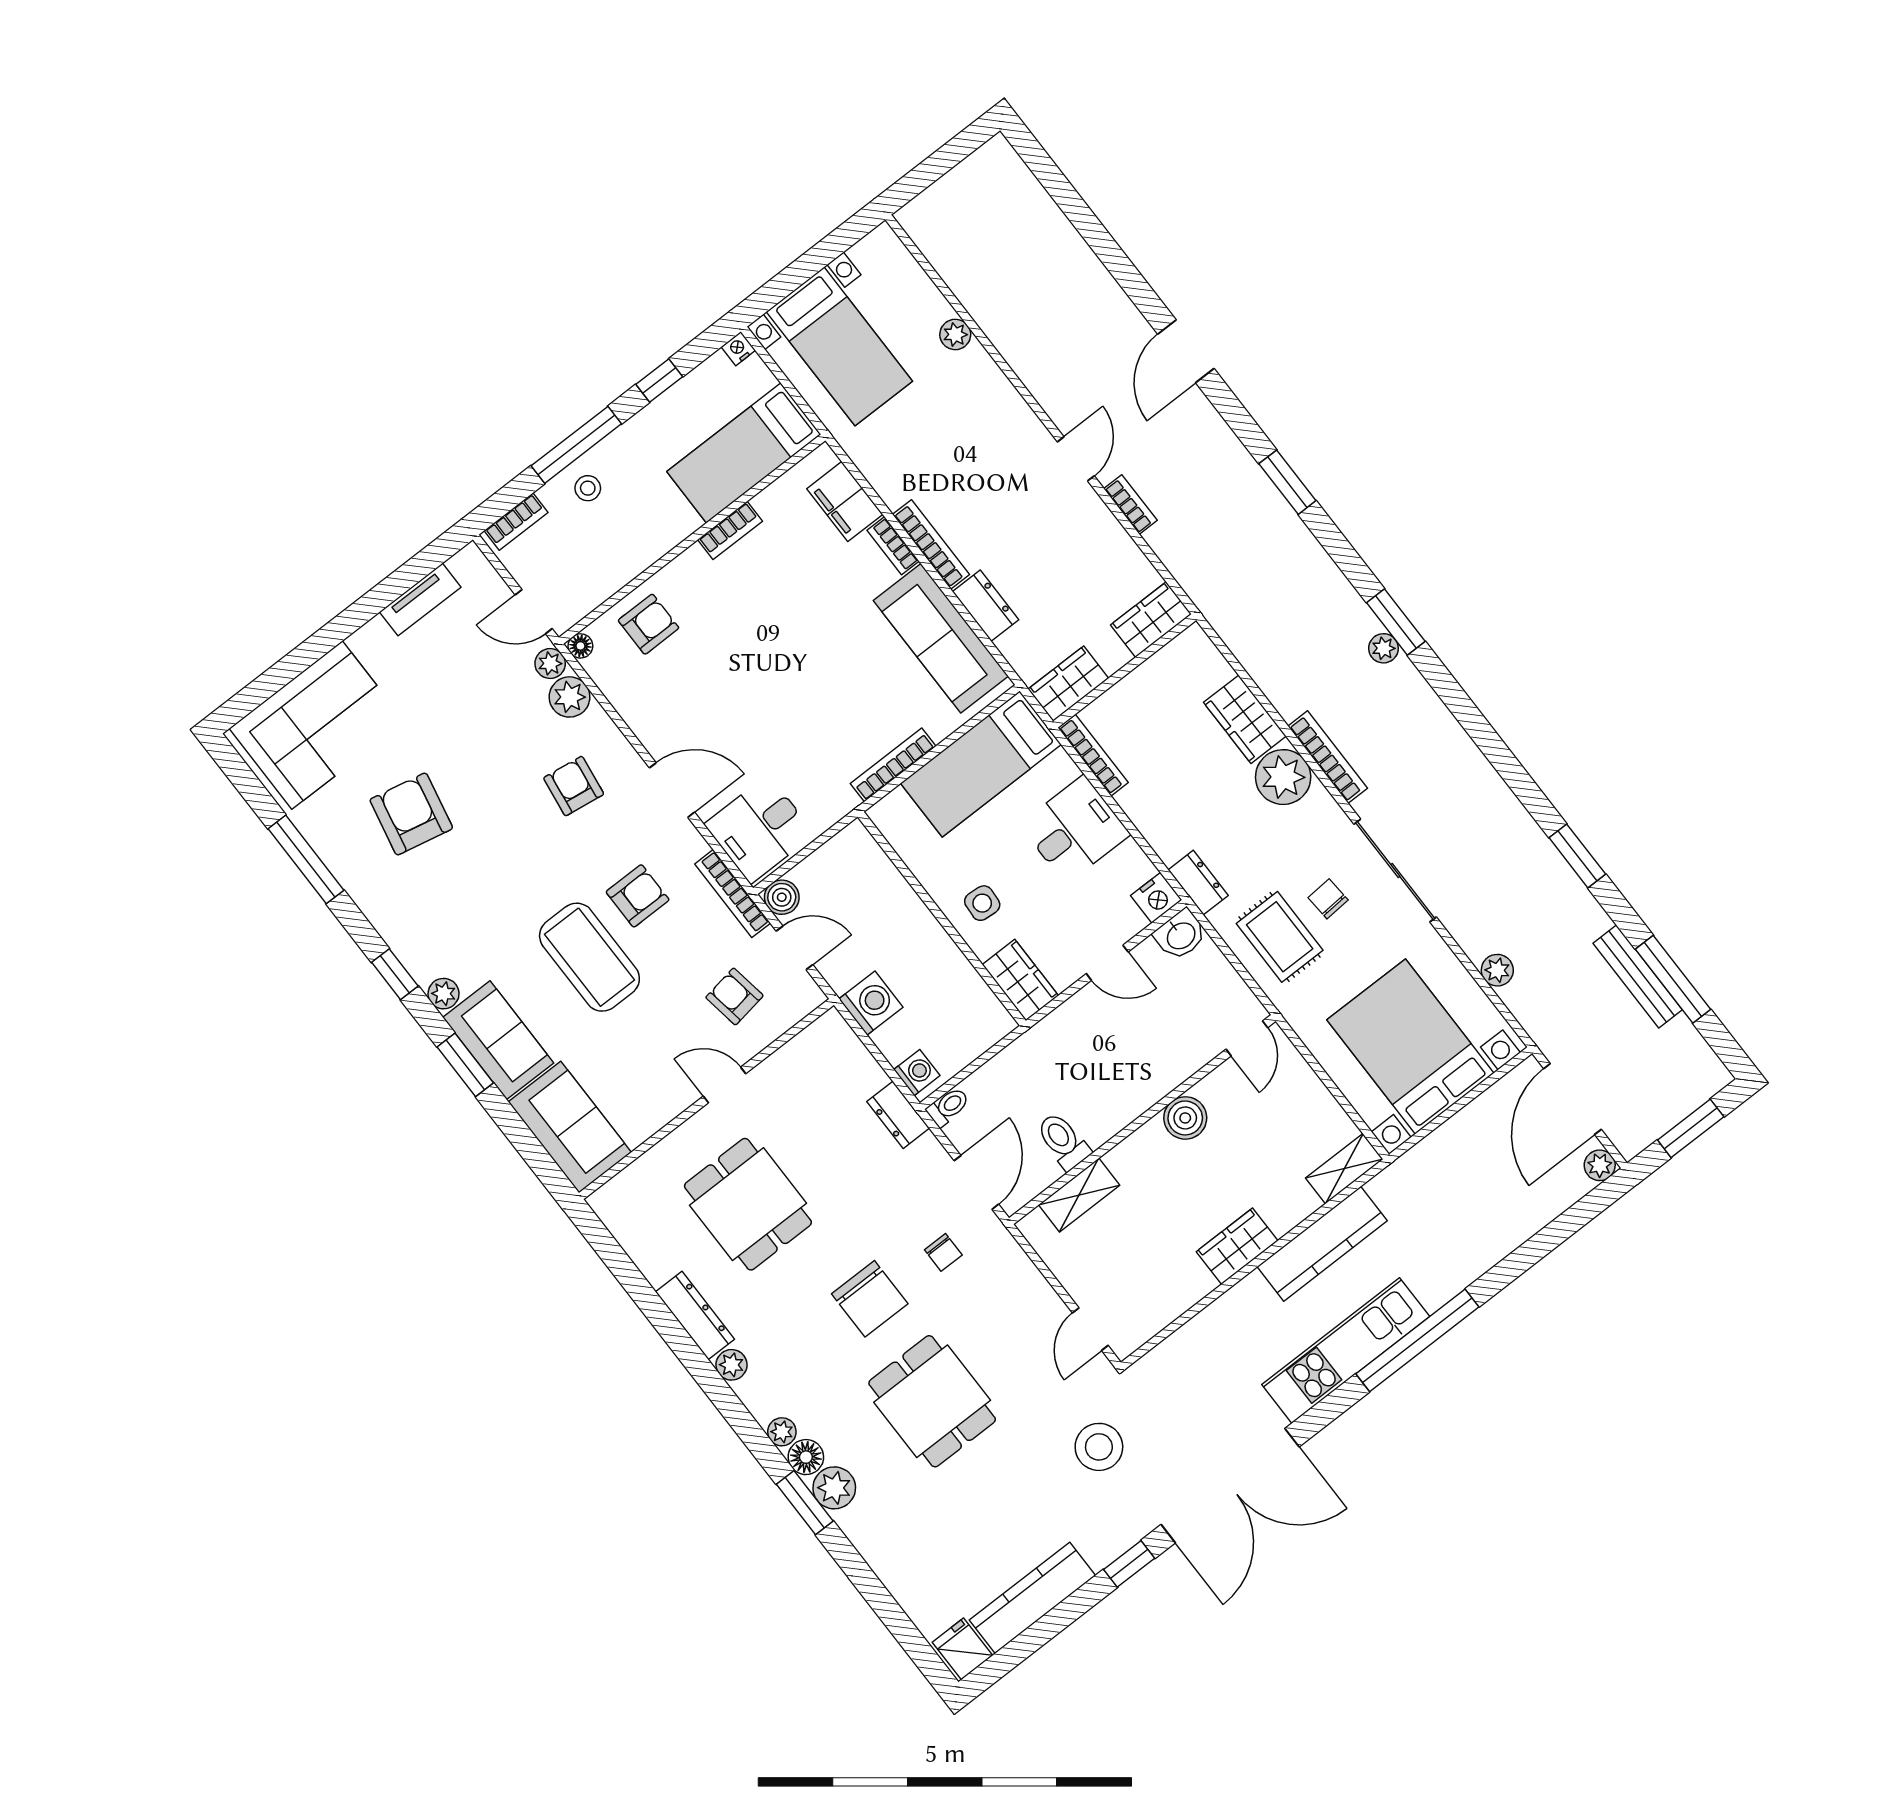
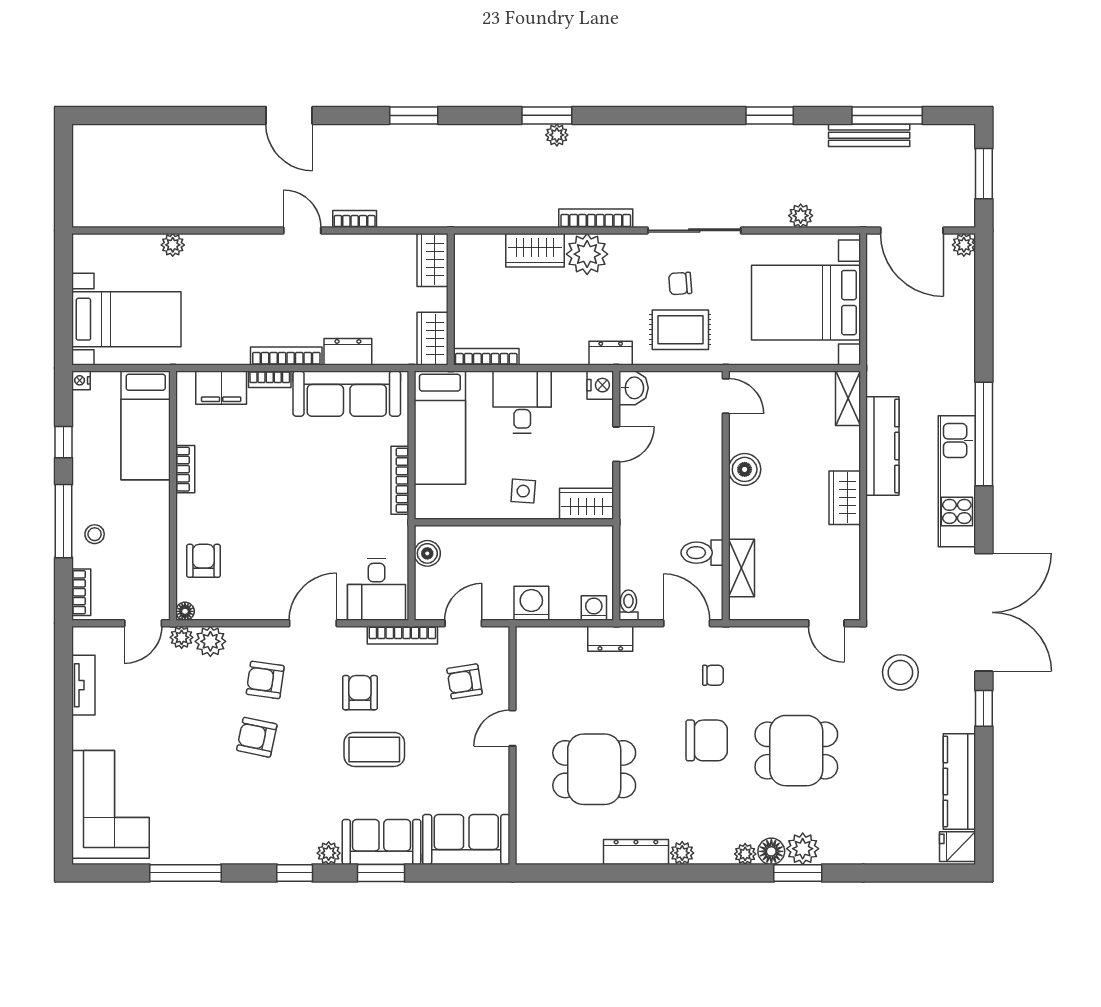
armchair: (411, 814) -> (257, 737), moved, width x0.72, depth x0.72
boiler: (782, 897) -> (427, 553), moved
coffee table: (589, 957) -> (374, 749), width x0.73, depth x0.76

